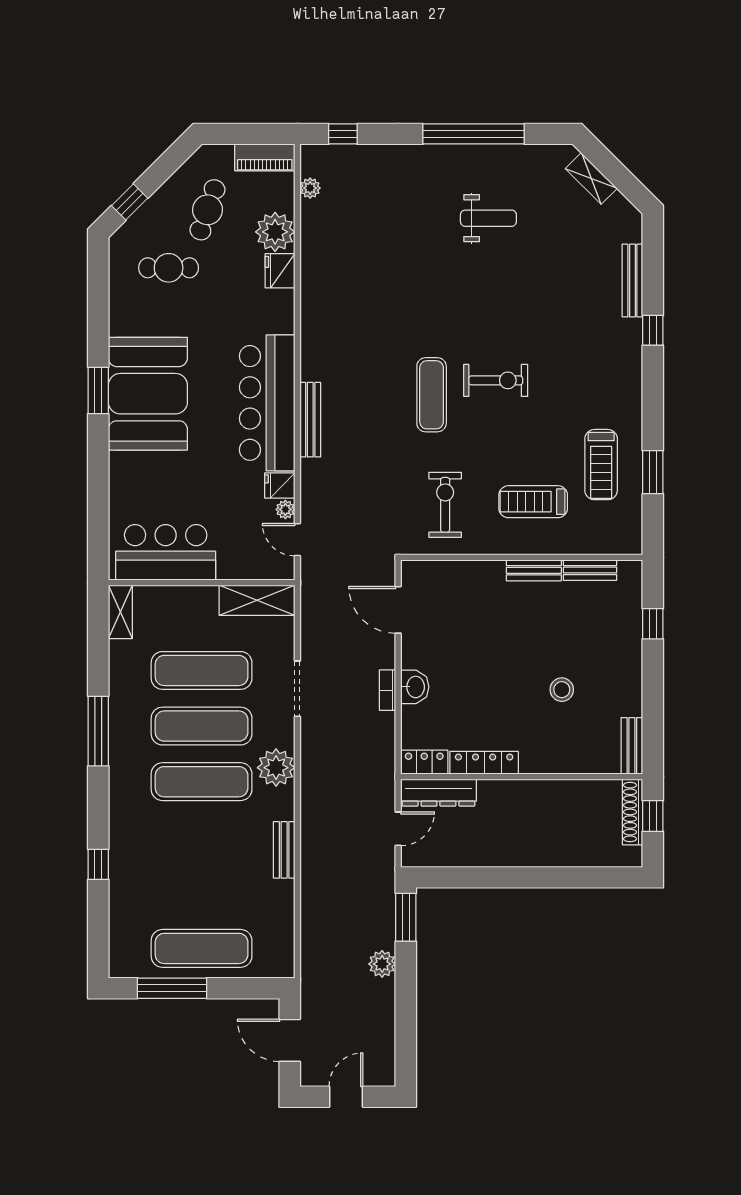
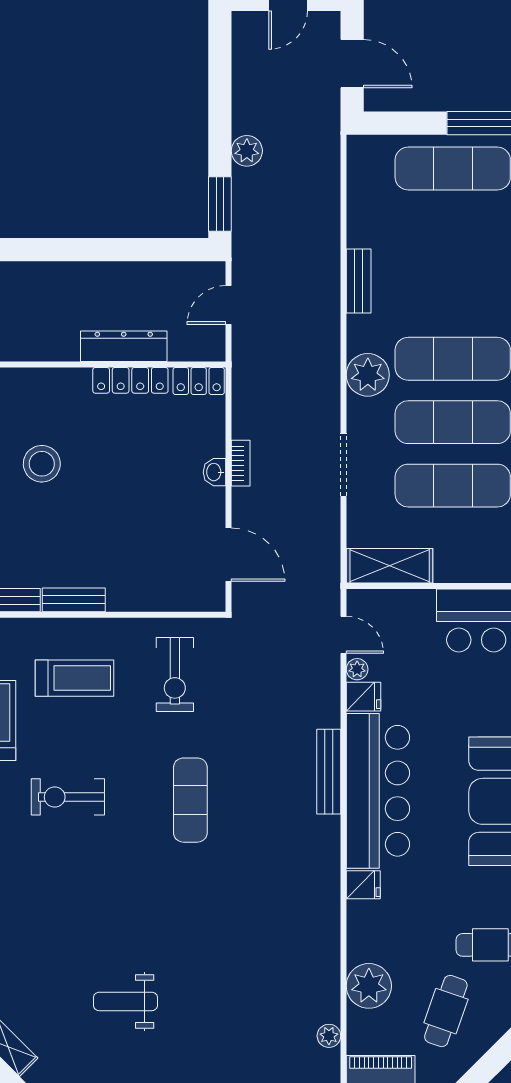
fridge: (280, 271) -> (363, 885), moved, width x0.72
exercise bike: (496, 380) -> (68, 797), moved
washbasin: (415, 687) -> (214, 472), width x0.72, depth x0.69
stool: (562, 690) -> (42, 464), width x1.38, depth x1.38
dresser: (438, 793) -> (124, 346), moved

